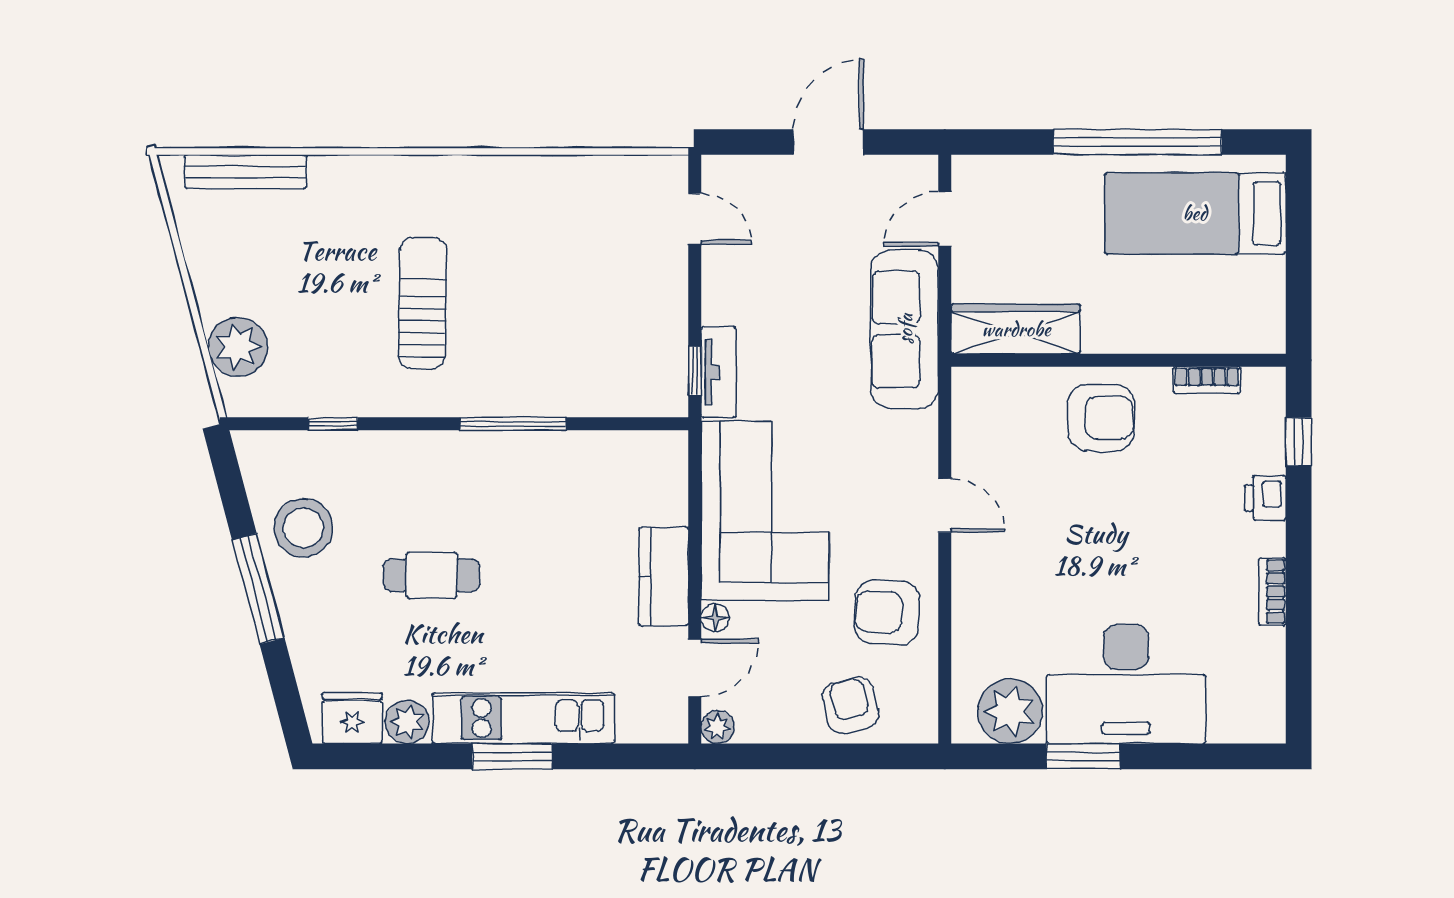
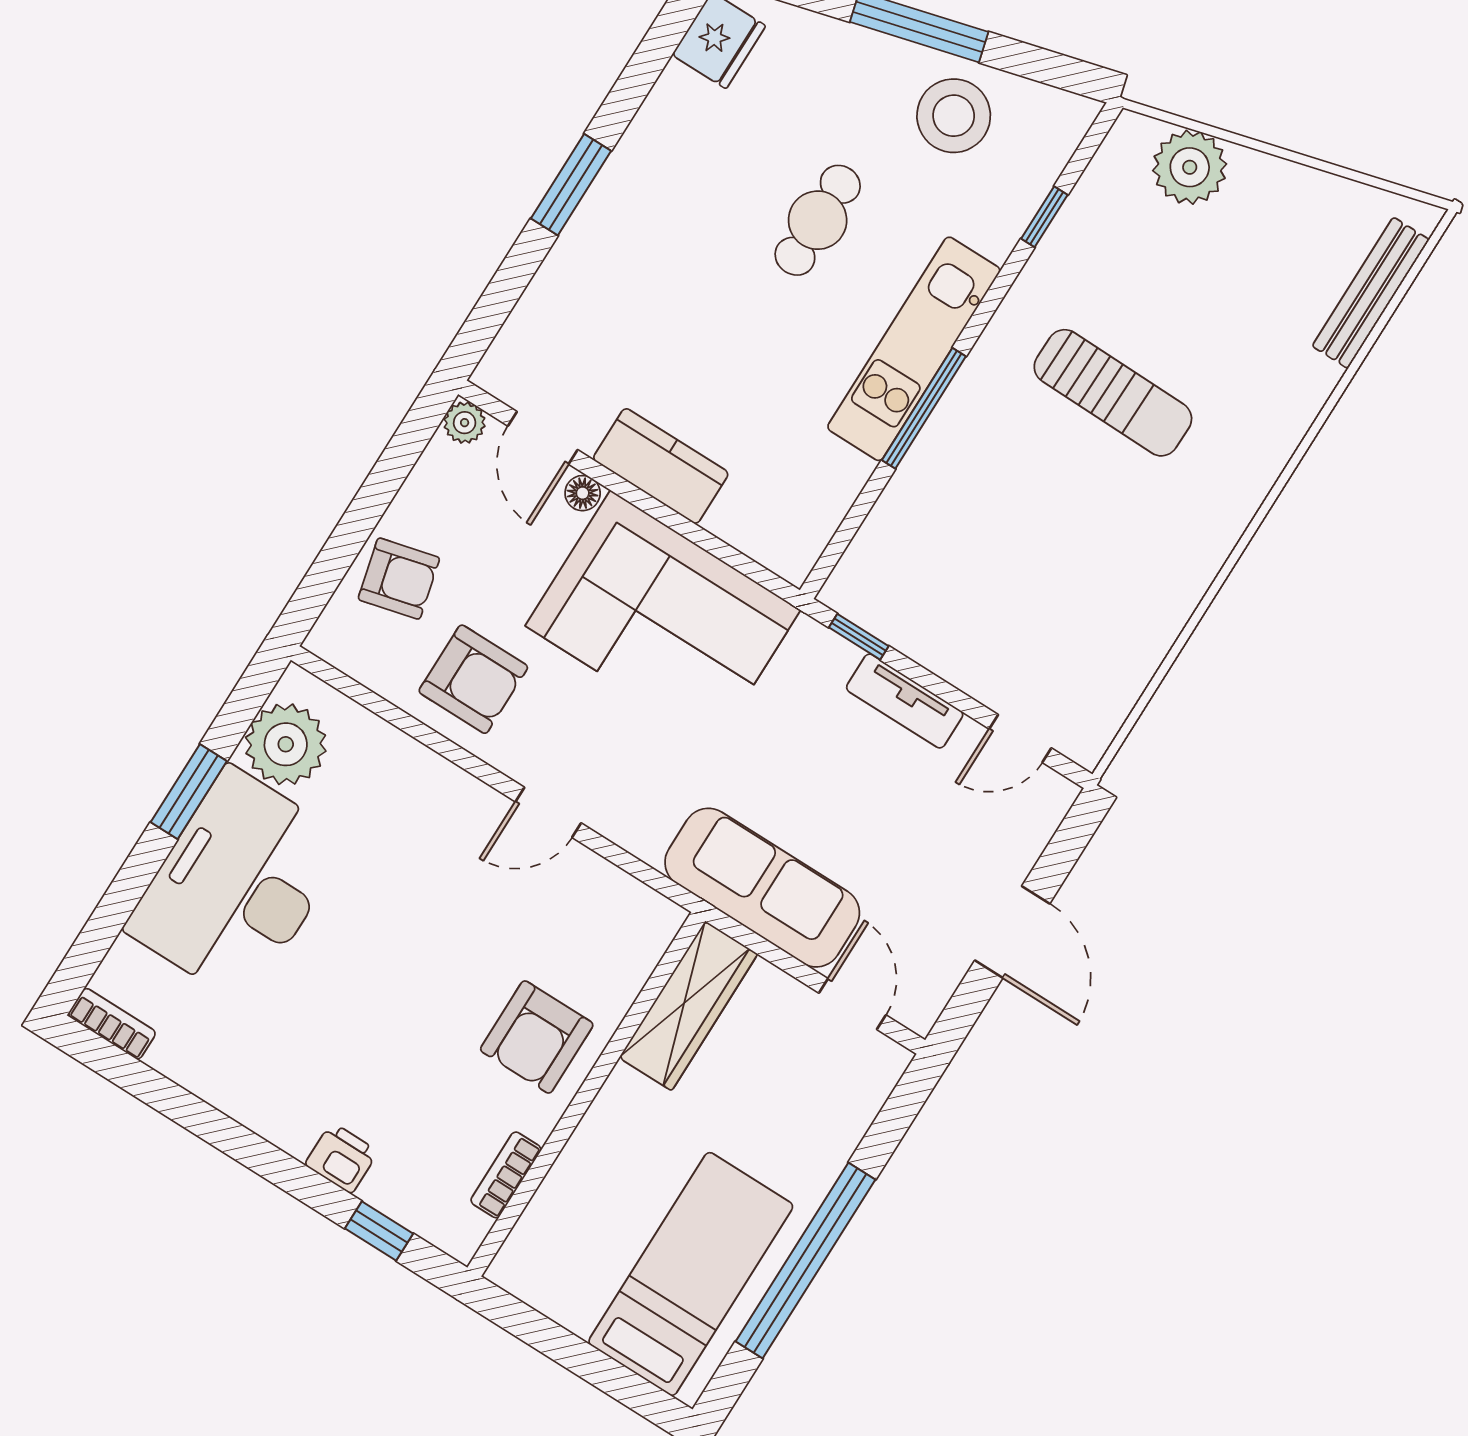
tv unit: (719, 372) -> (905, 701), moved
bookcase: (1272, 592) -> (112, 1024), moved
armchair: (887, 612) -> (473, 679), turned 87
kitchen unit: (523, 718) -> (914, 349), moved, turned 180
plant: (407, 722) -> (678, 96), removed

